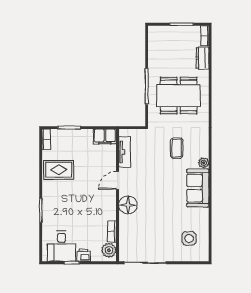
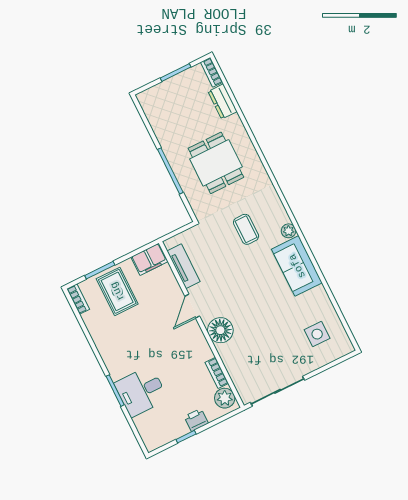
dining table: (179, 96) -> (216, 163), width x0.73
rug: (59, 170) -> (117, 291), moved, turned 90
desk: (61, 246) -> (141, 391), moved, turned 90

